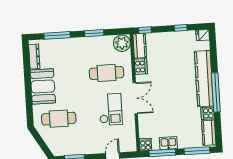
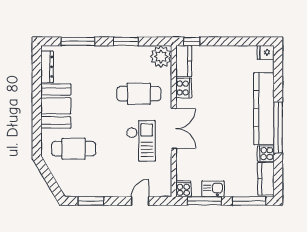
window: (181, 28) -> (238, 41), removed

